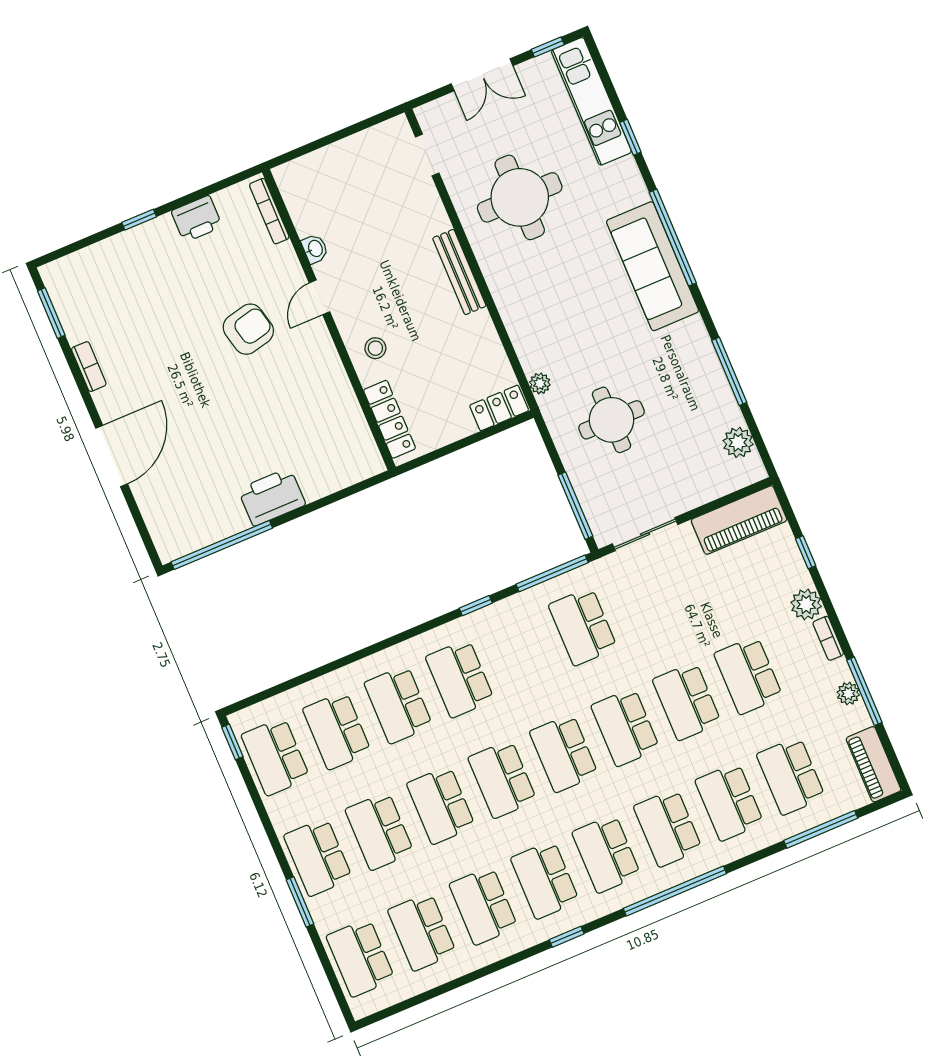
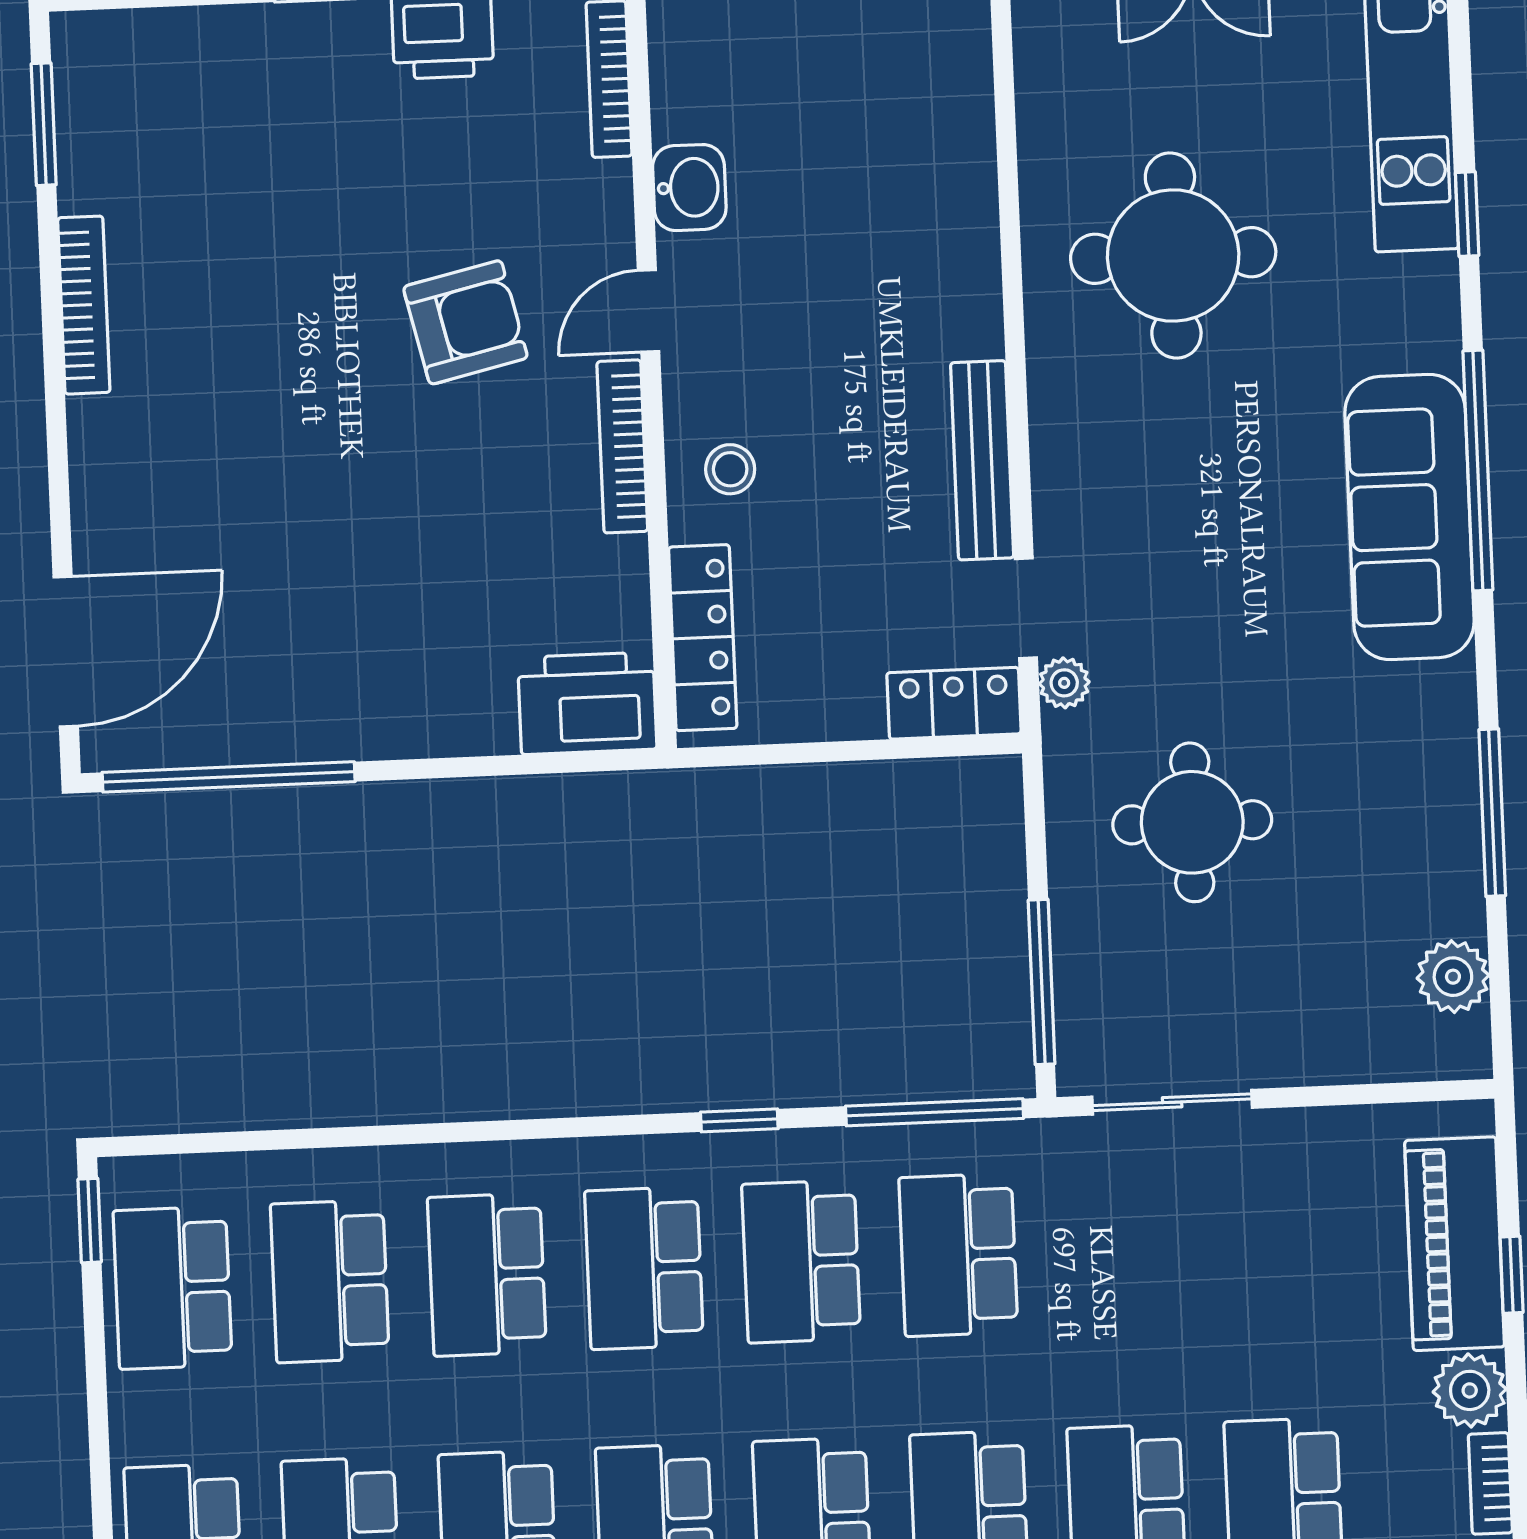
doorway: (427, 155) -> (1026, 608), moved
washbasin: (315, 249) -> (689, 188), width x1.38, depth x1.45
bench: (459, 272) -> (982, 460), moved
bookcase: (329, 355) -> (622, 446), added
bookcase: (89, 367) -> (84, 305), width x1.56
door: (112, 456) -> (66, 652), moved
printer: (272, 497) -> (587, 703), moved
piano: (739, 520) -> (1455, 1244), moved, turned 90
school desk: (521, 653) -> (801, 1261), added

